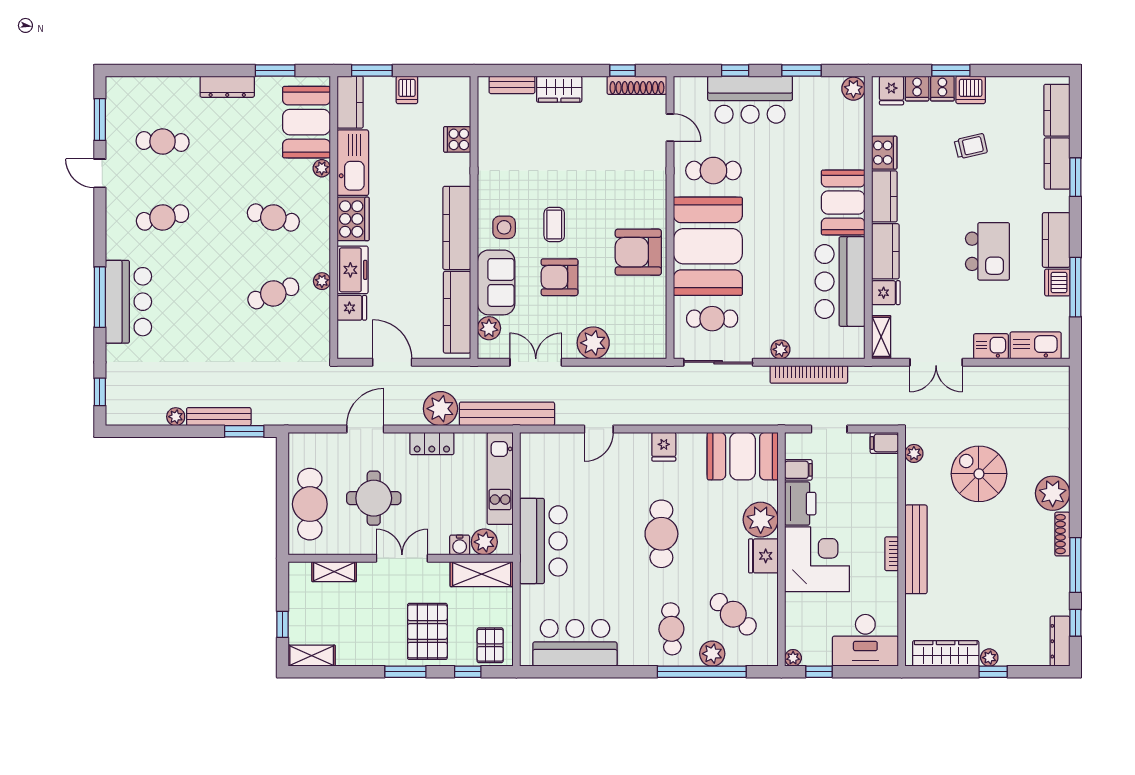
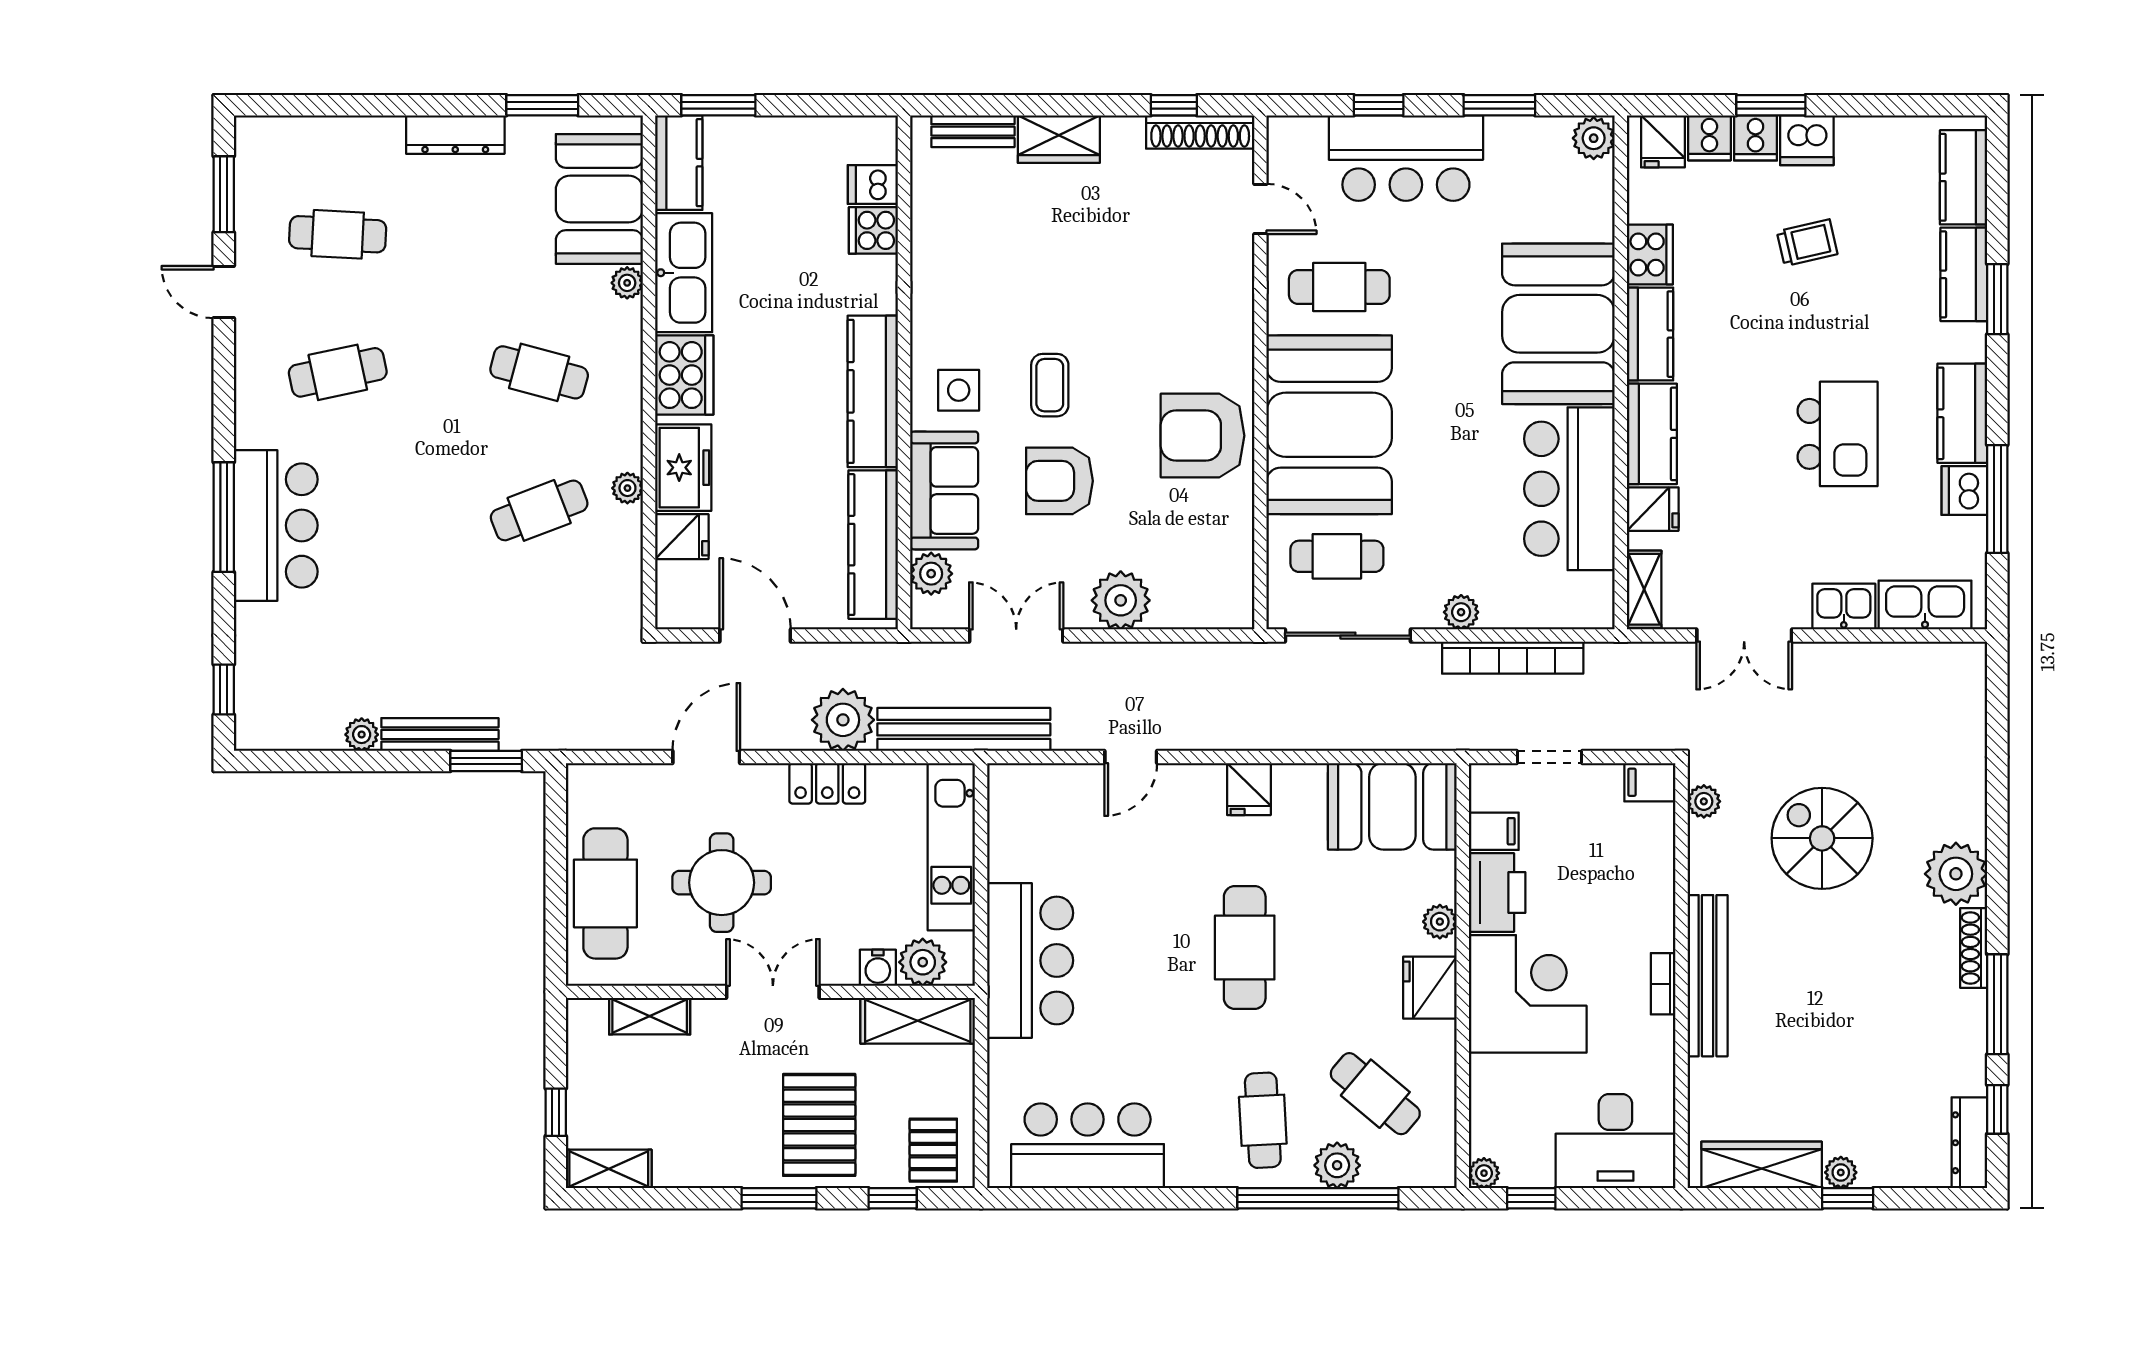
dishwasher: (407, 90) -> (873, 184), moved, turned 90
booth: (843, 202) -> (1558, 324), width x1.36, depth x1.42
plant: (761, 520) -> (1440, 922), width x0.53, depth x0.53

